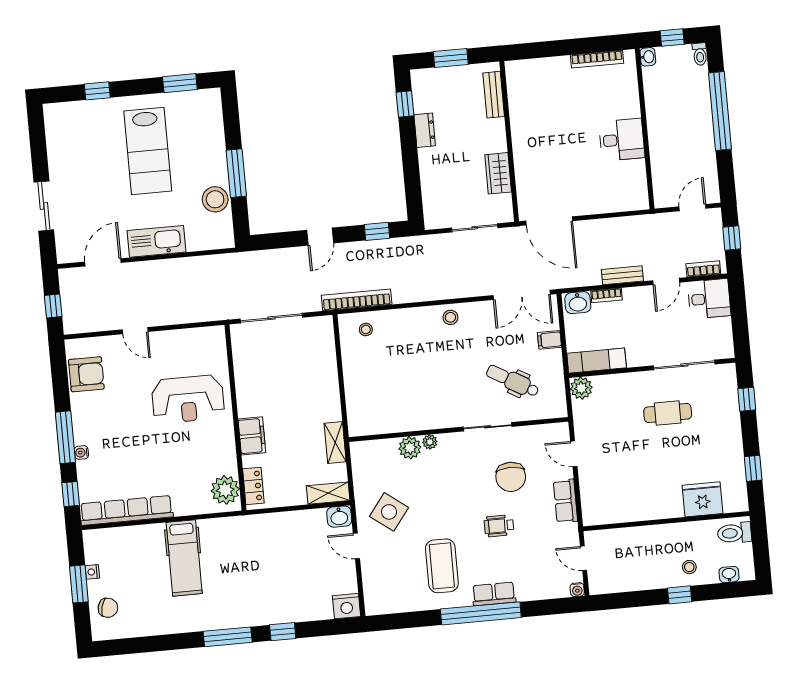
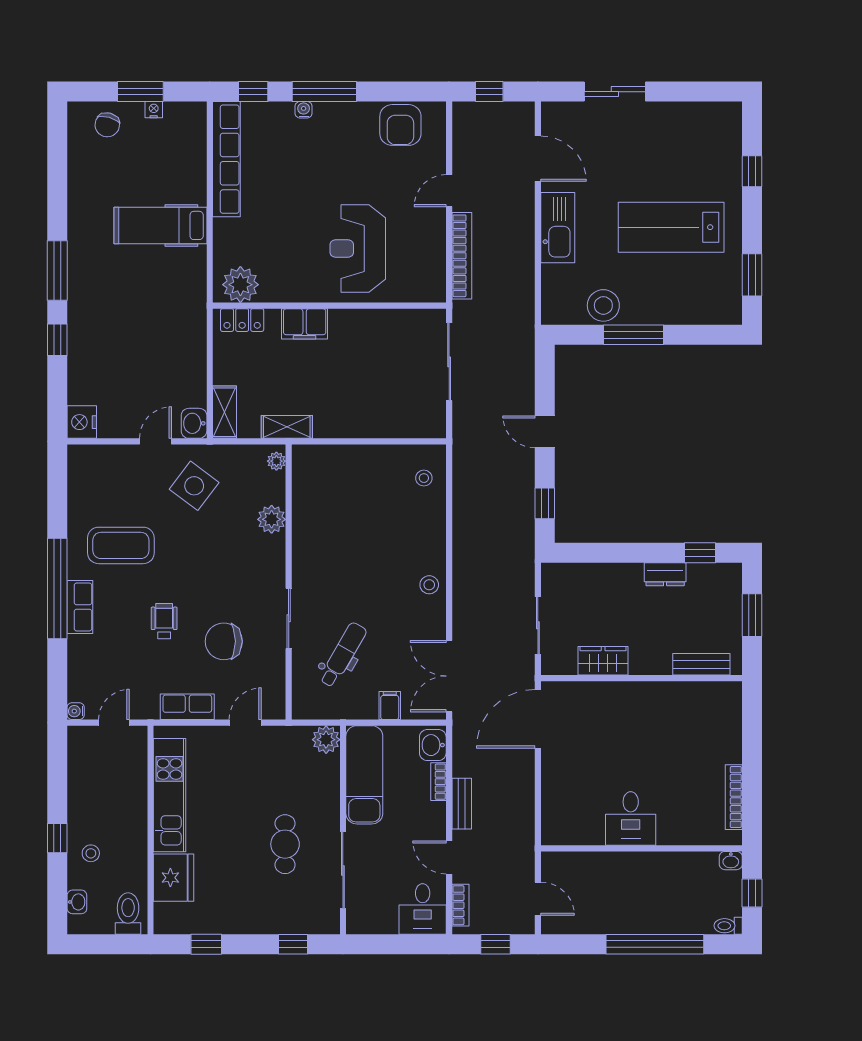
bookcase: (357, 300) -> (462, 256), moved
exam couch: (597, 361) -> (364, 775), width x1.36, depth x1.45
plant: (430, 442) -> (276, 461), moved
kitchen unit: (637, 509) -> (170, 795), added

